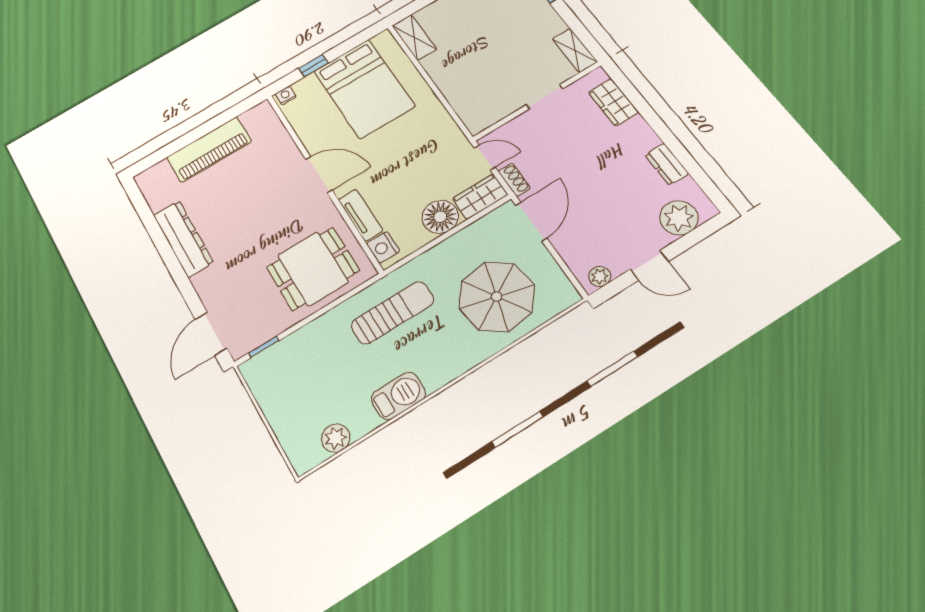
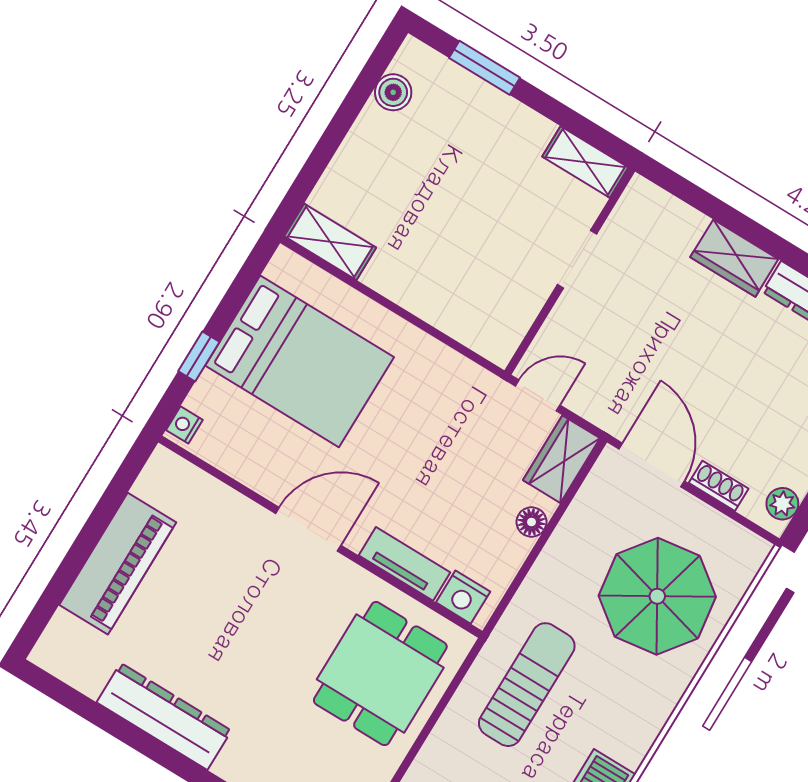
wardrobe: (613, 102) -> (734, 258), moved
shoe rack: (514, 180) -> (719, 486), moved
floor lamp: (440, 217) -> (531, 522), width x0.53, depth x0.53

